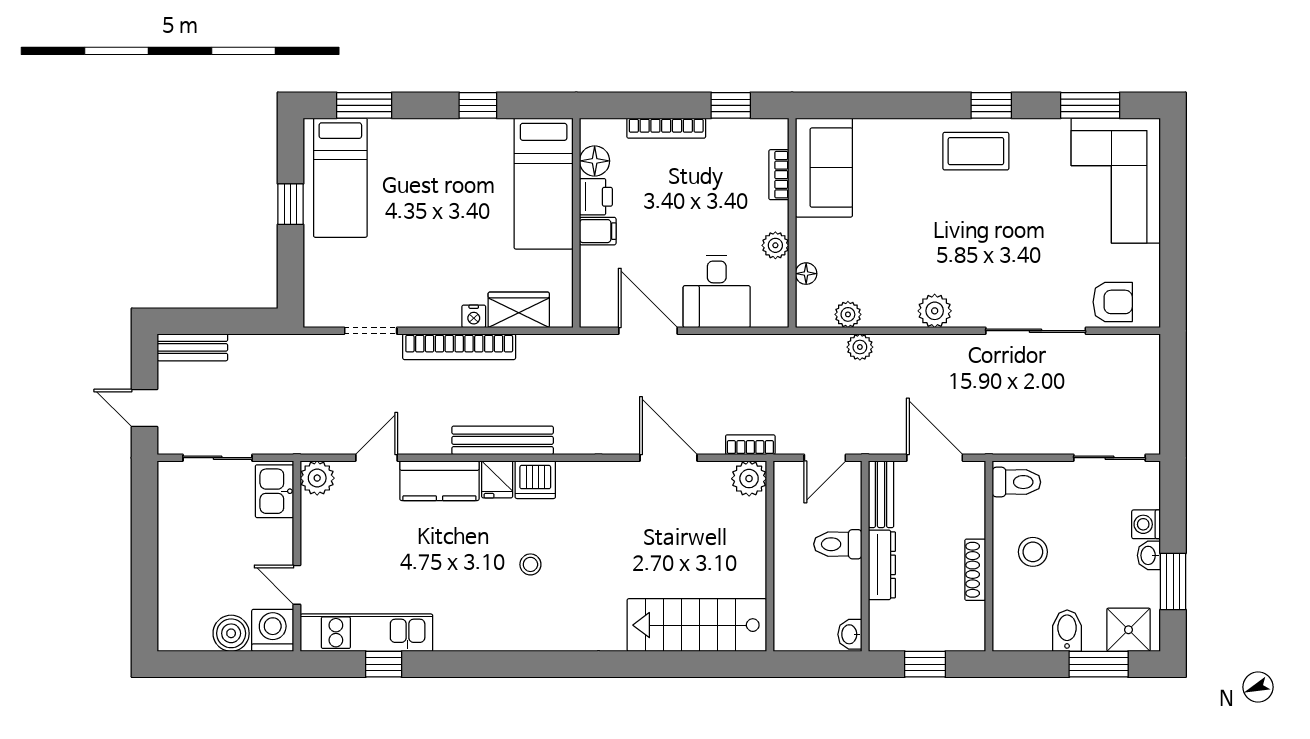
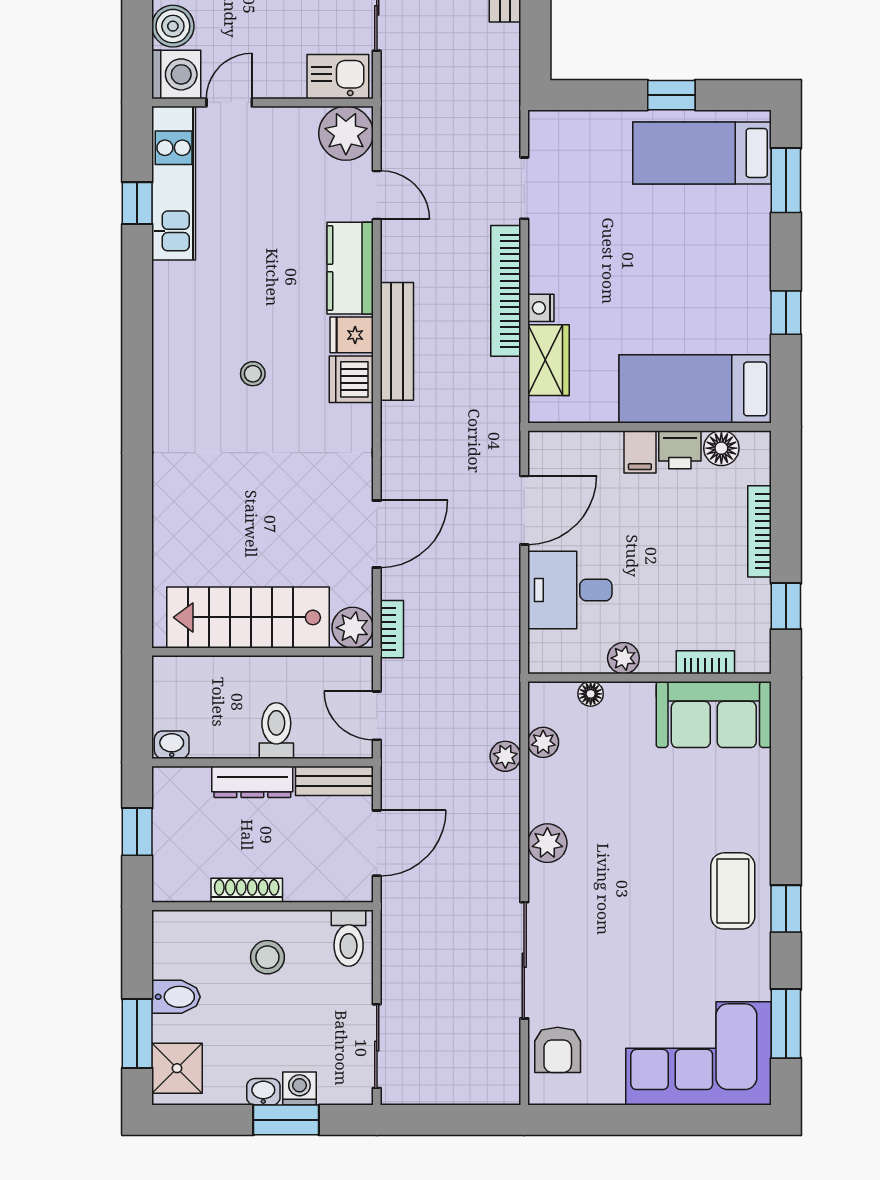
plant: (317, 478) -> (346, 133), width x1.36, depth x1.36
window: (1173, 581) -> (286, 1120), moved
stairs: (697, 625) -> (248, 617), moved, turned -90

